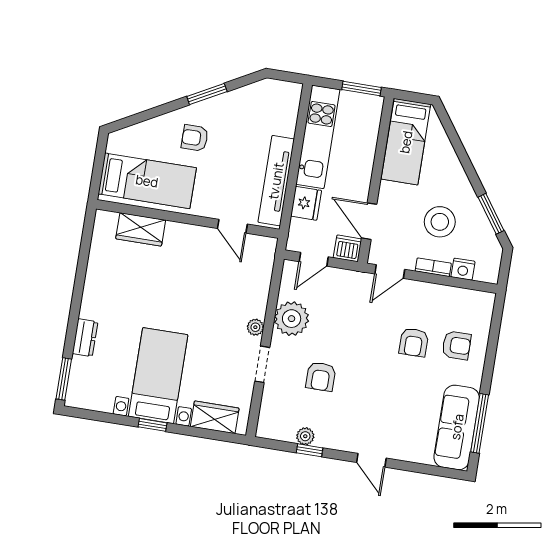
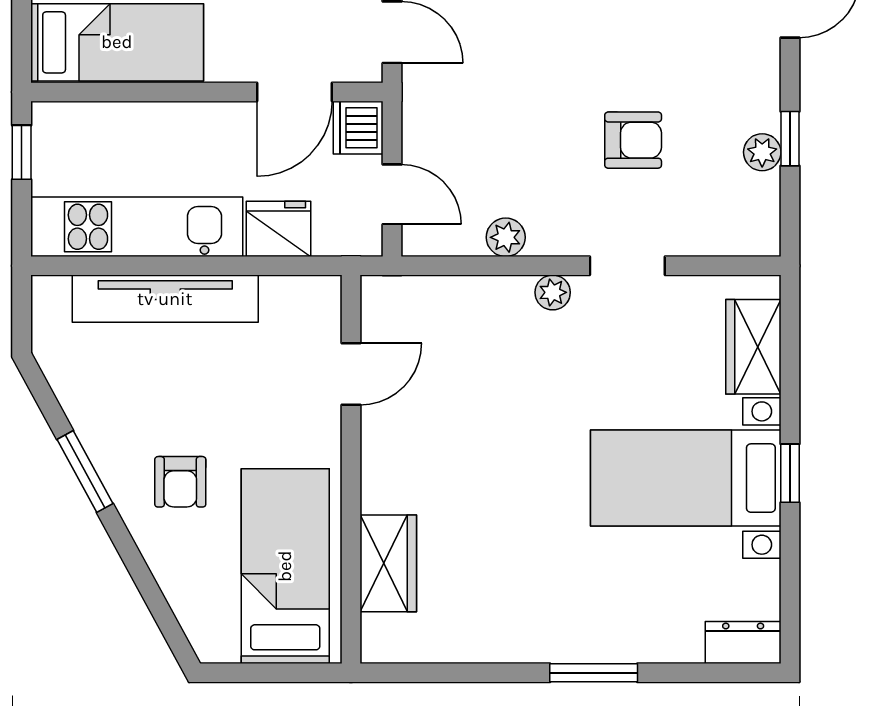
window: (361, 89) -> (22, 152), width x0.67
tv unit: (276, 181) -> (165, 299), moved
plant: (292, 319) -> (506, 237), width x0.53, depth x0.53
dresser: (85, 338) -> (743, 642), moved
window: (64, 379) -> (594, 673), moved

